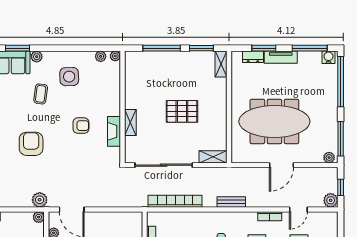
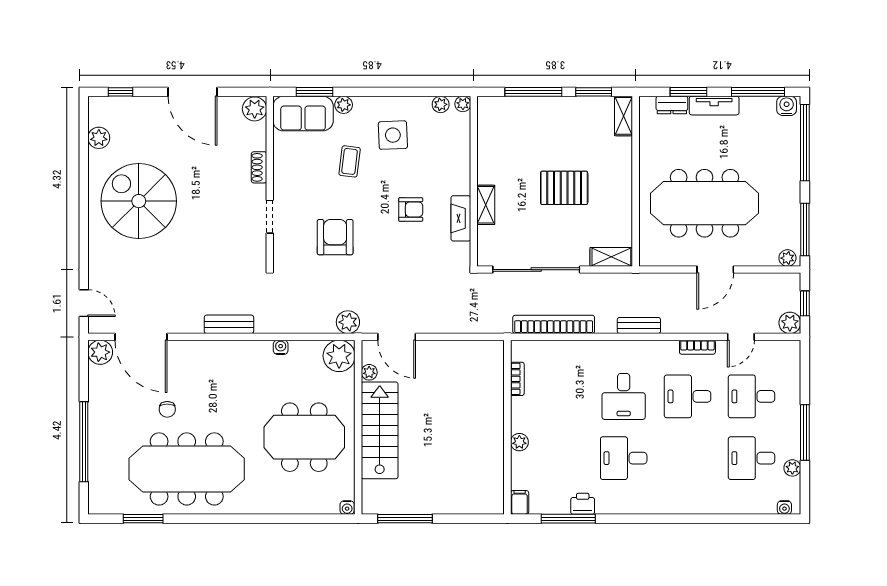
plant: (39, 217) -> (339, 356), width x1.88, depth x1.88

